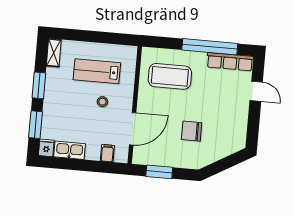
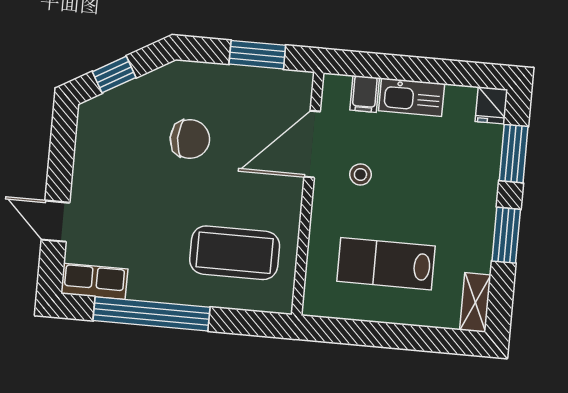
row of seats: (230, 62) -> (94, 281), width x0.68
lab bench: (97, 71) -> (386, 264), turned 180
stool: (102, 102) -> (360, 175), moved
kitchen sink: (70, 150) -> (412, 97), moved
window: (228, 162) -> (114, 75), added

